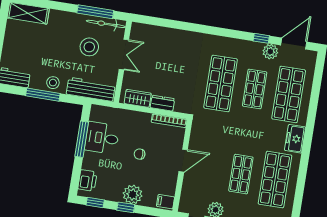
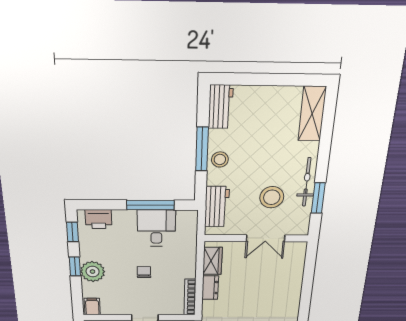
window: (95, 12) -> (318, 198), width x0.69
bicycle: (106, 24) -> (307, 182), moved
workbench: (91, 89) -> (217, 207), width x0.73

